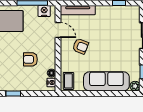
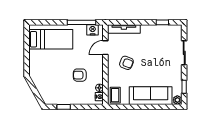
door: (58, 30) -> (105, 48), swing flipped

